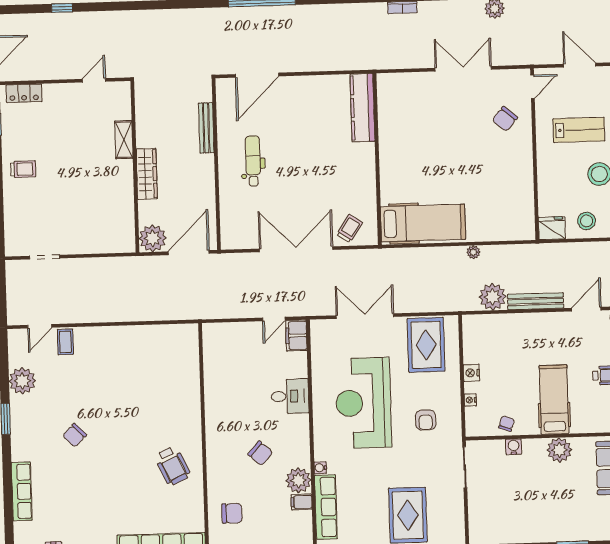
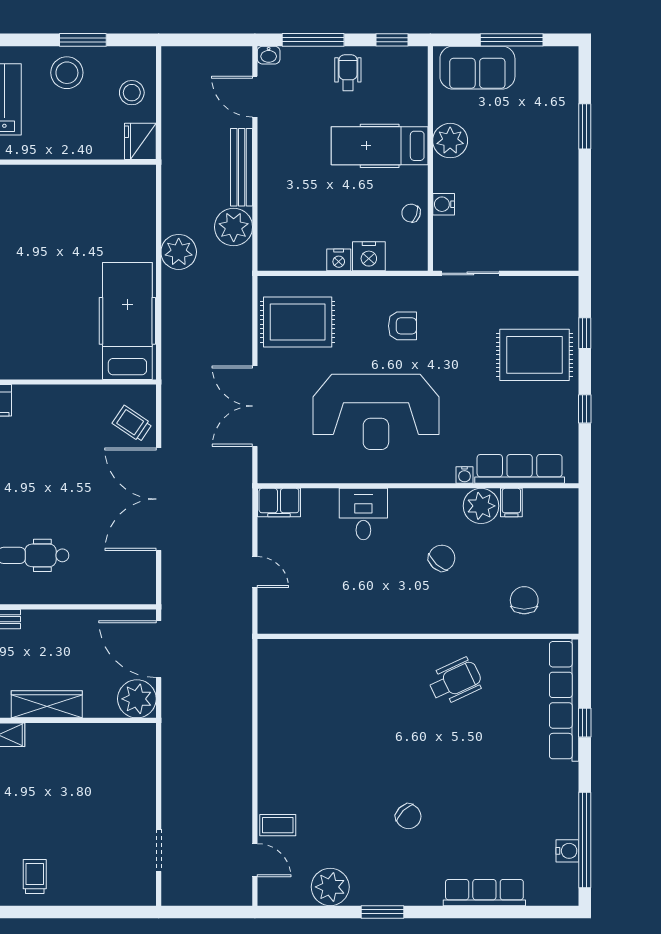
plant: (473, 252) -> (179, 252), width x1.88, depth x1.88
door: (274, 319) -> (255, 572), moved
nightstand: (470, 400) -> (369, 256), width x1.89, depth x1.79

